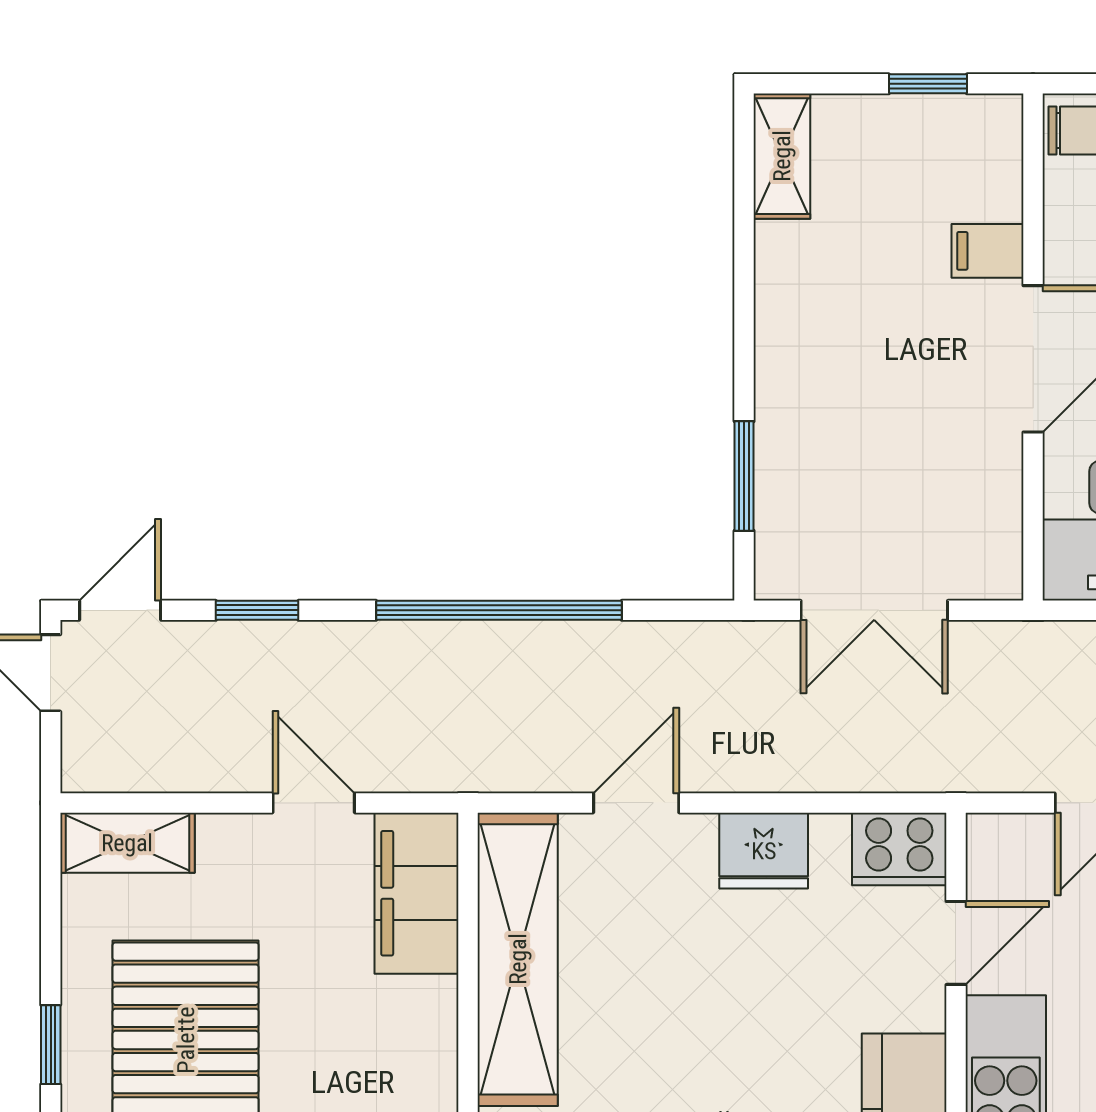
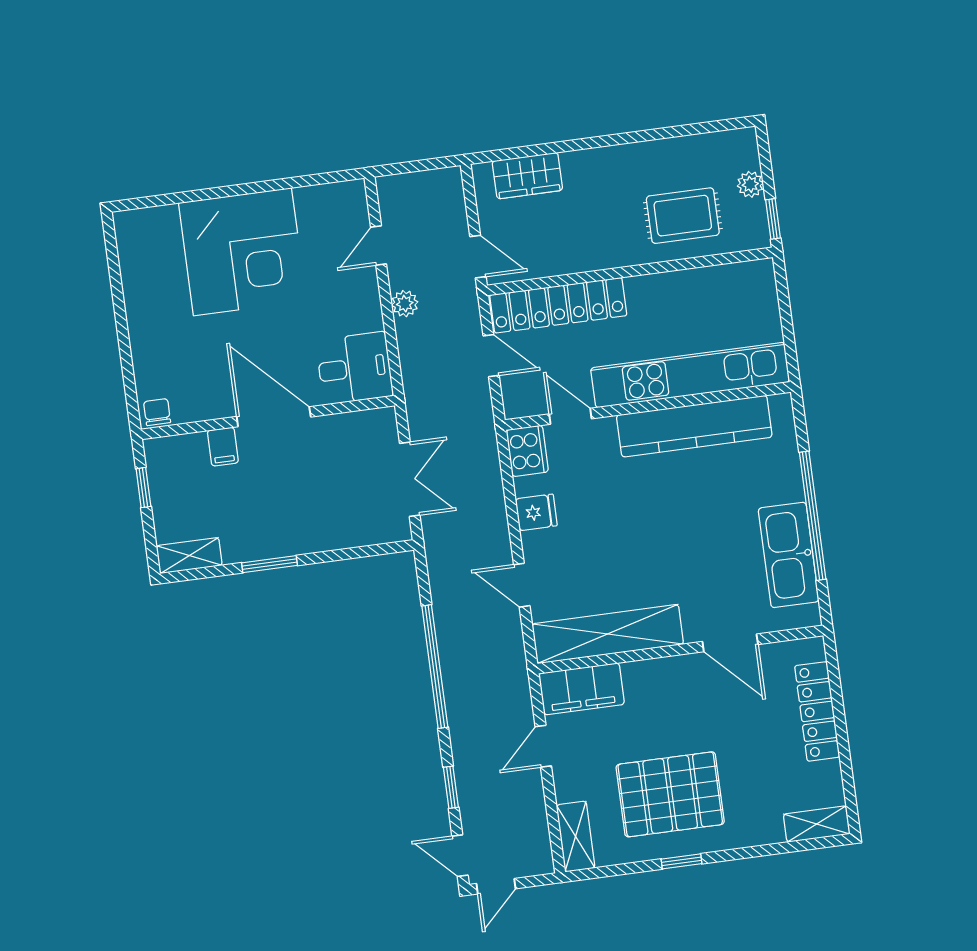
window: (744, 476) -> (269, 564), moved
fridge: (764, 851) -> (536, 512), width x0.72

